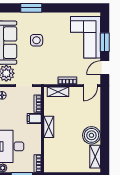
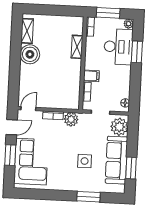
plant: (51, 78) -> (71, 119), added
shelving: (58, 92) -> (64, 104), removed
shelving: (49, 127) -> (77, 47), moved

